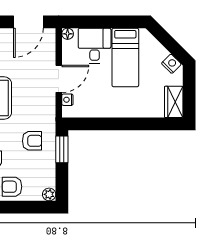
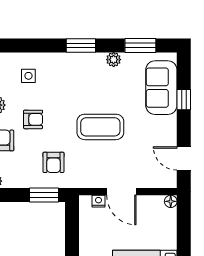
door: (28, 22) -> (184, 158), width x0.73
desk: (95, 46) -> (158, 231), removed

